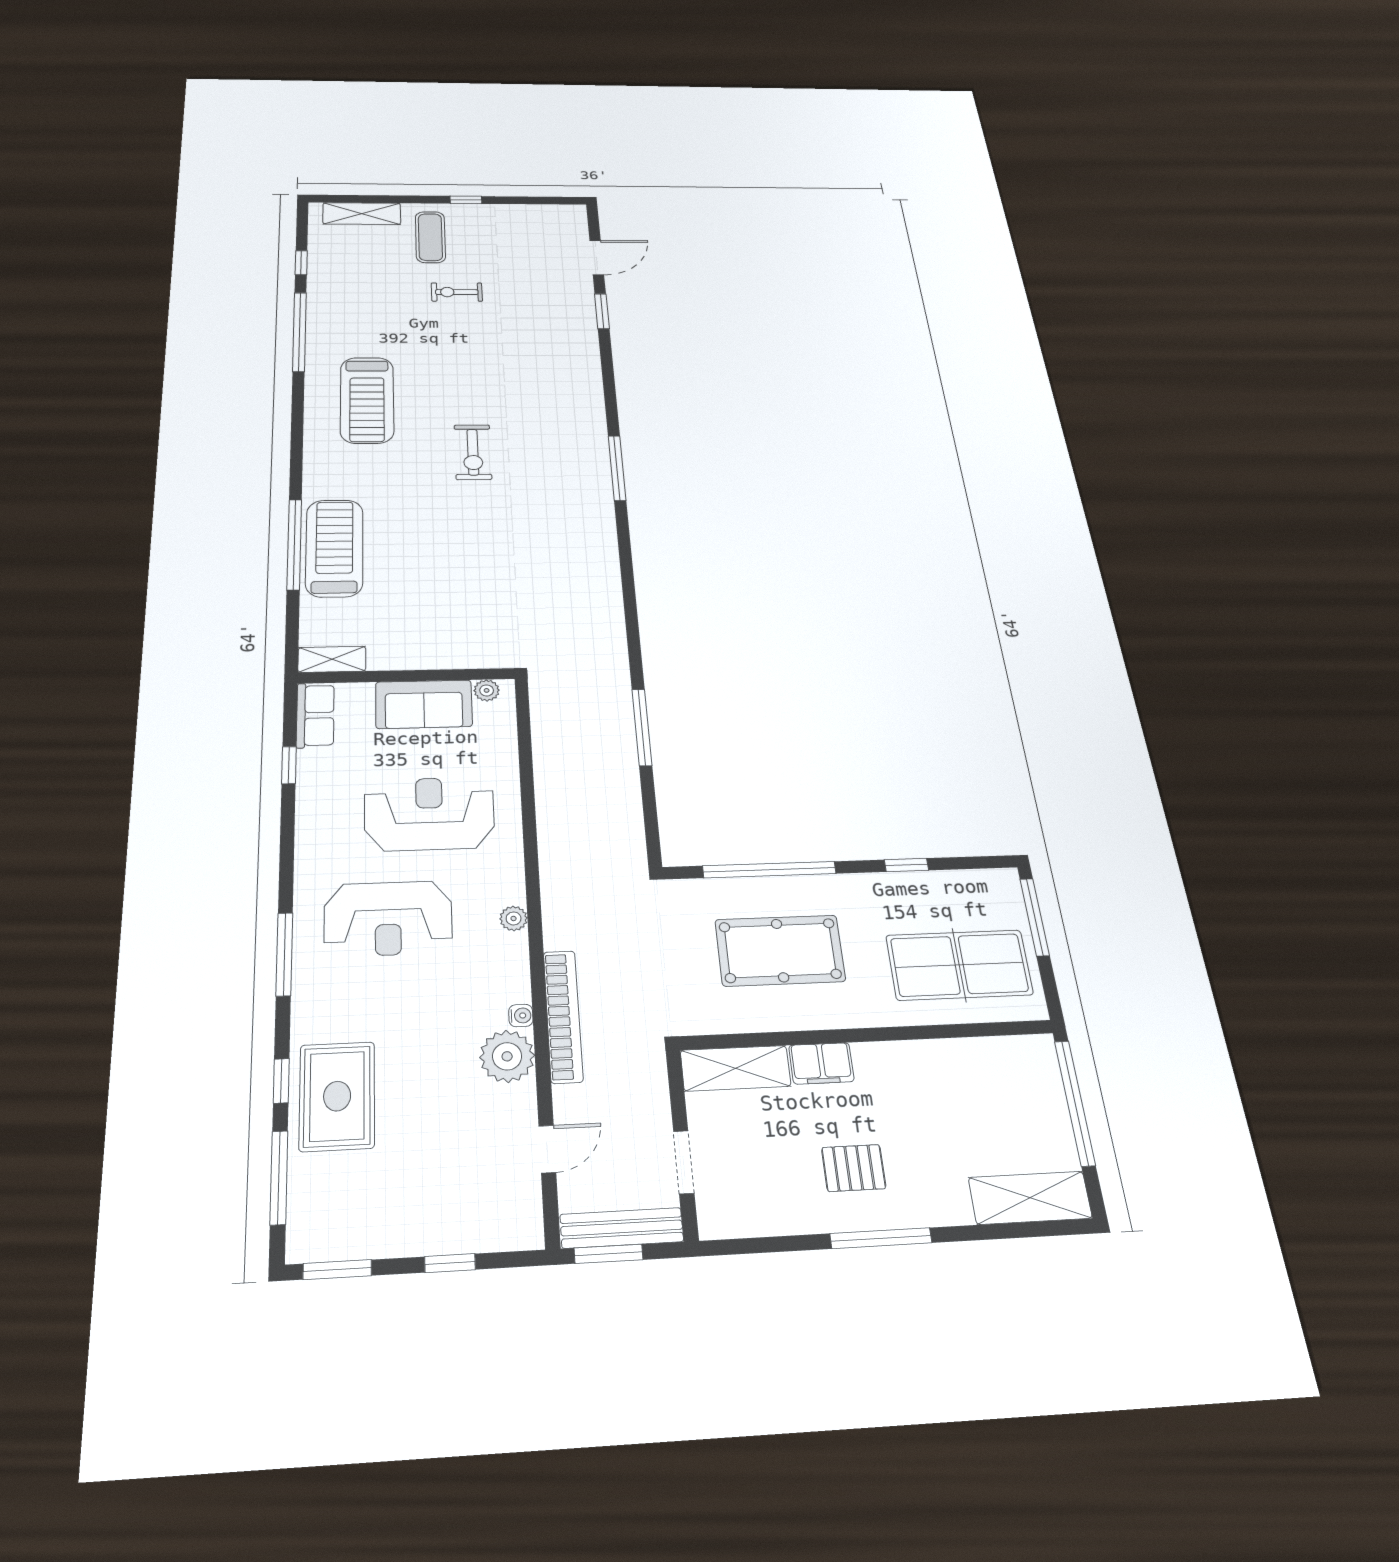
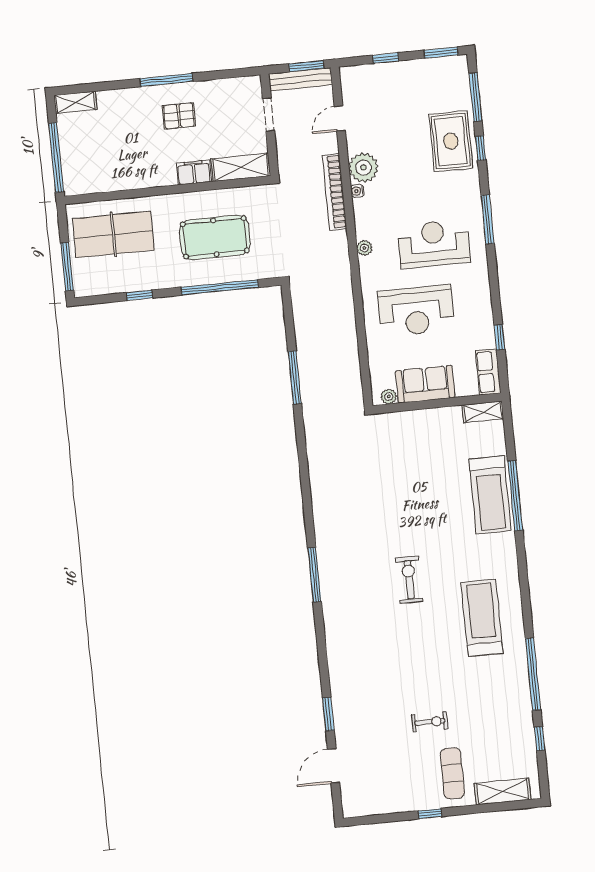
shelving: (1030, 1198) -> (75, 102), width x0.67, depth x0.75

